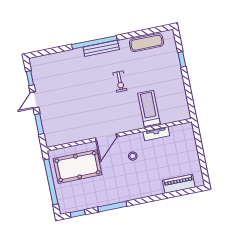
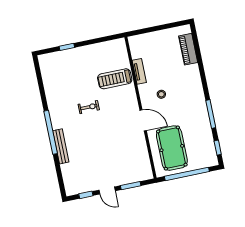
exercise mat: (146, 43) -> (51, 81), removed
bench: (101, 48) -> (61, 146), moved

